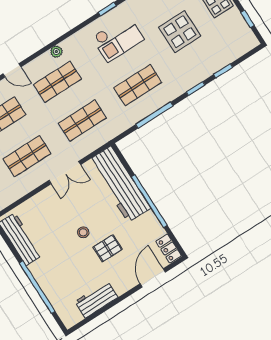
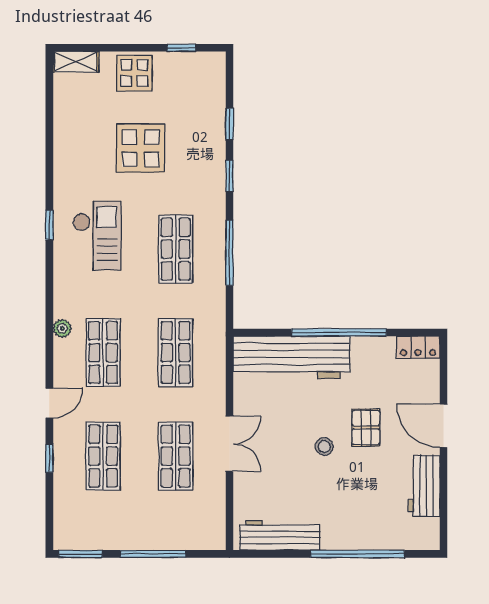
double door: (65, 173) -> (229, 444), moved
door: (153, 278) -> (443, 426), moved

